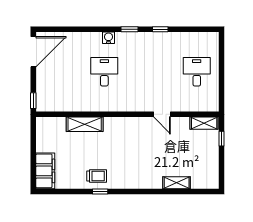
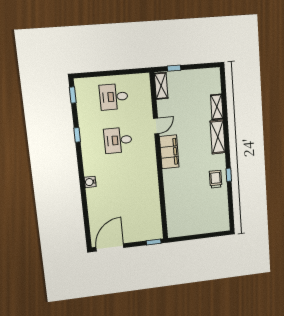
window: (130, 29) -> (73, 95), moved
door: (33, 52) -> (110, 247), hinge flipped
desk: (104, 72) -> (118, 140), moved
shelving: (85, 124) -> (218, 137), moved
filing cabinet: (45, 171) -> (169, 152), moved, turned 90

